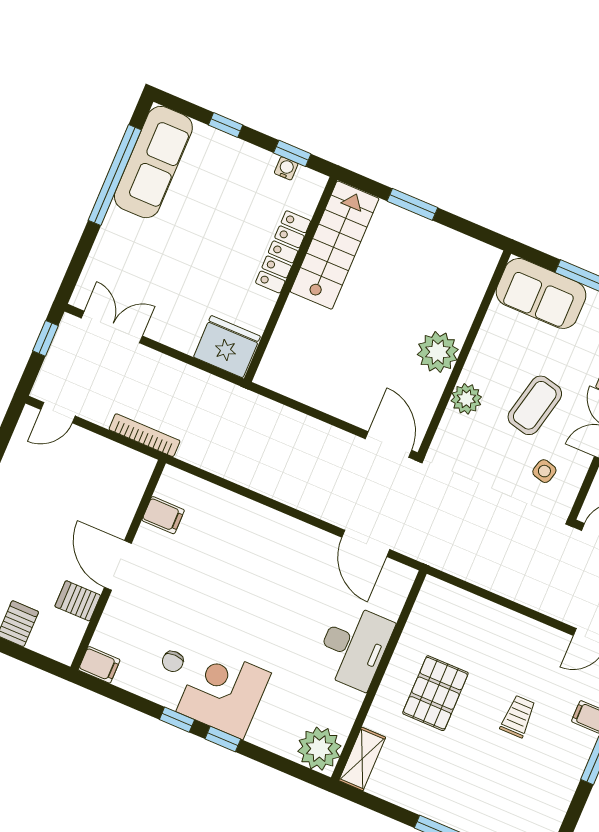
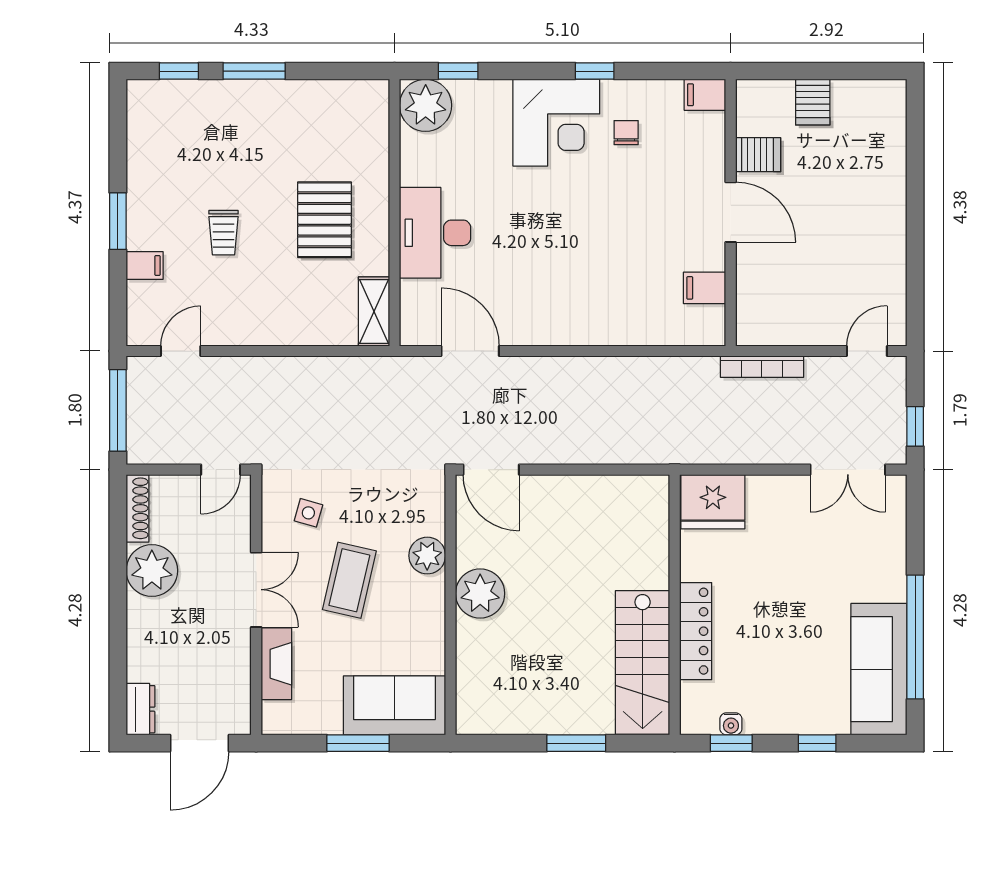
window: (223, 739) -> (458, 71), moved
shelving: (362, 759) -> (374, 311), moved

